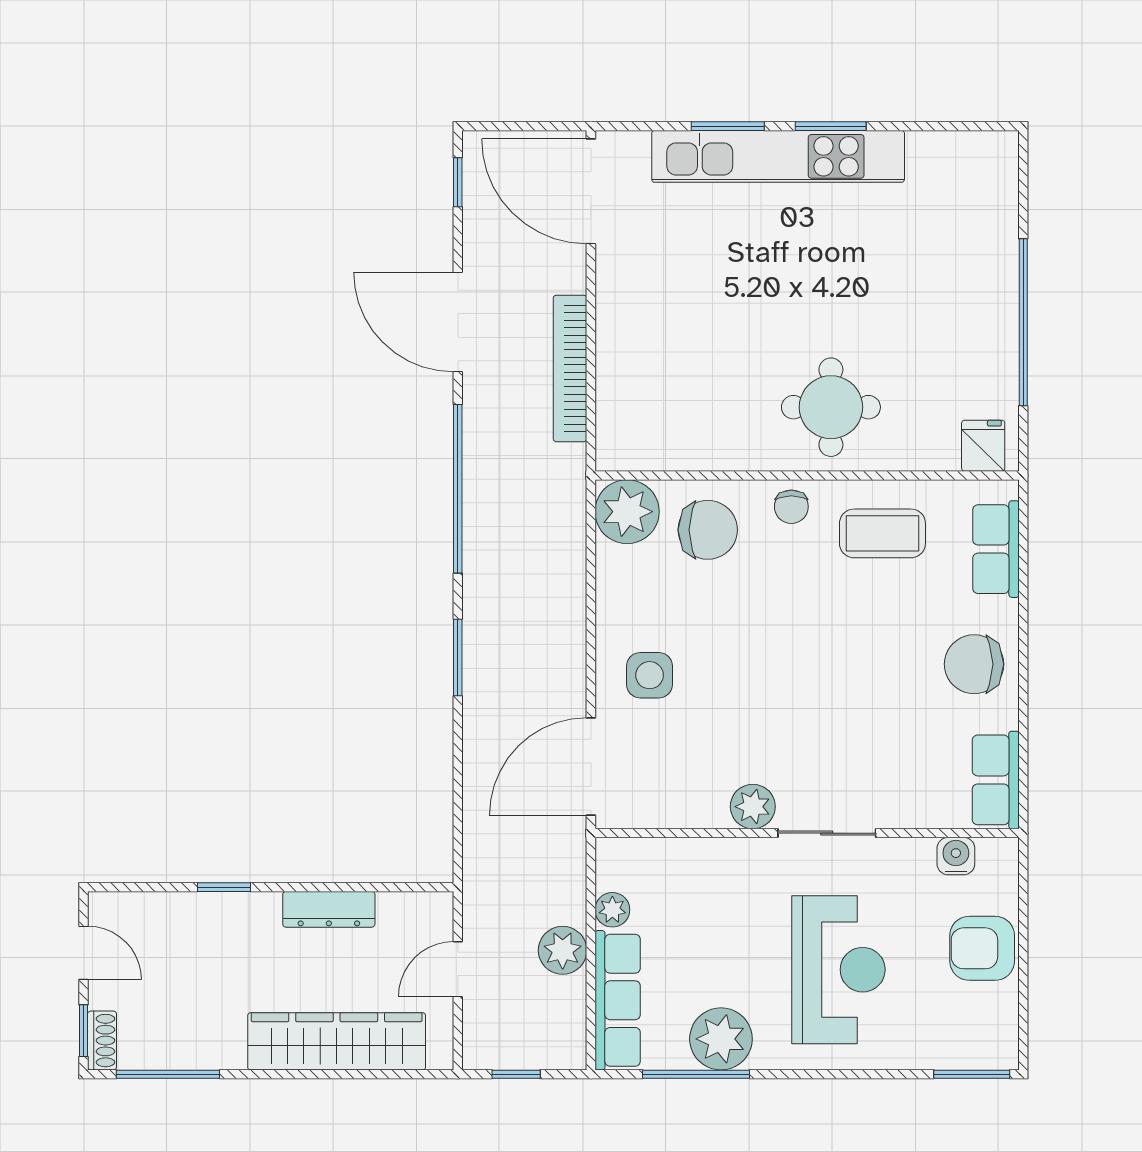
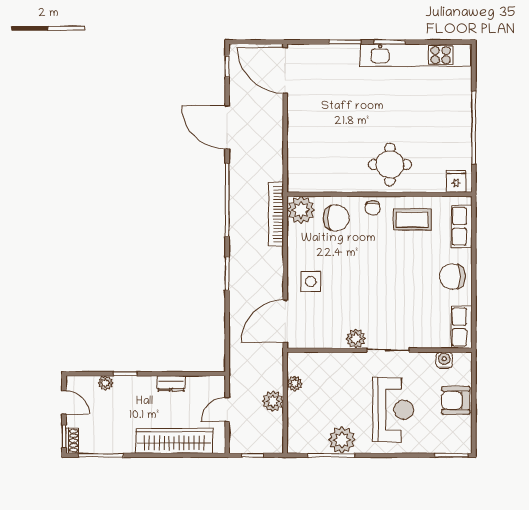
kitchen unit: (778, 156) -> (415, 55), moved
bookcase: (570, 368) -> (276, 214), moved
plant: (178, 908) -> (105, 383), added
dresser: (329, 909) -> (171, 383), width x0.70
row of seats: (618, 1000) -> (297, 423), removed

